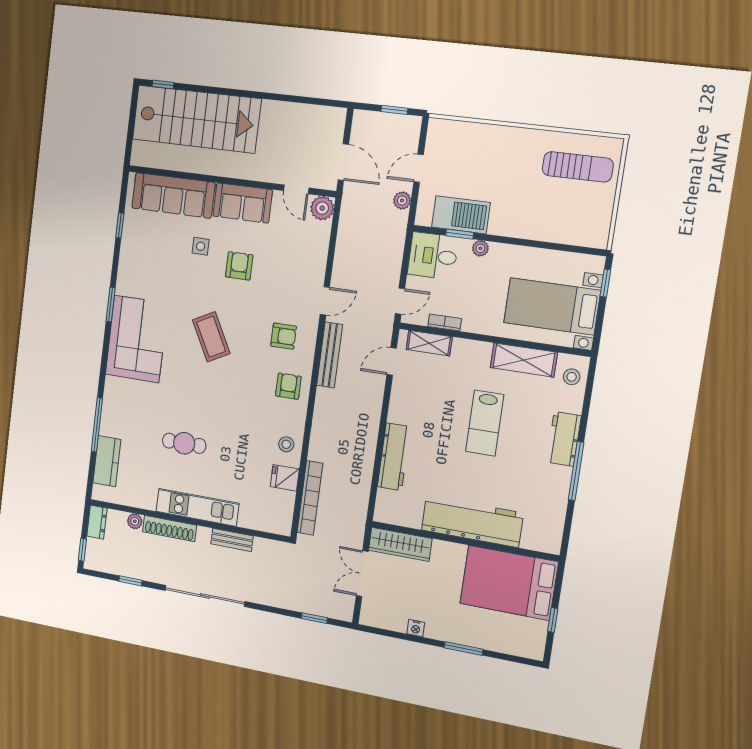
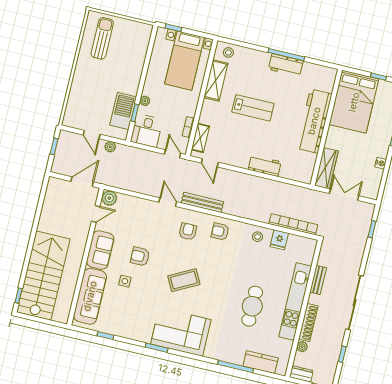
workbench: (564, 439) -> (286, 65), moved
cafe table: (184, 443) -> (252, 306), width x1.37, depth x1.35
workbench: (394, 457) -> (265, 166), width x0.73
kitchen unit: (197, 507) -> (295, 302), width x1.36
double door: (362, 574) -> (344, 195), swing flipped

